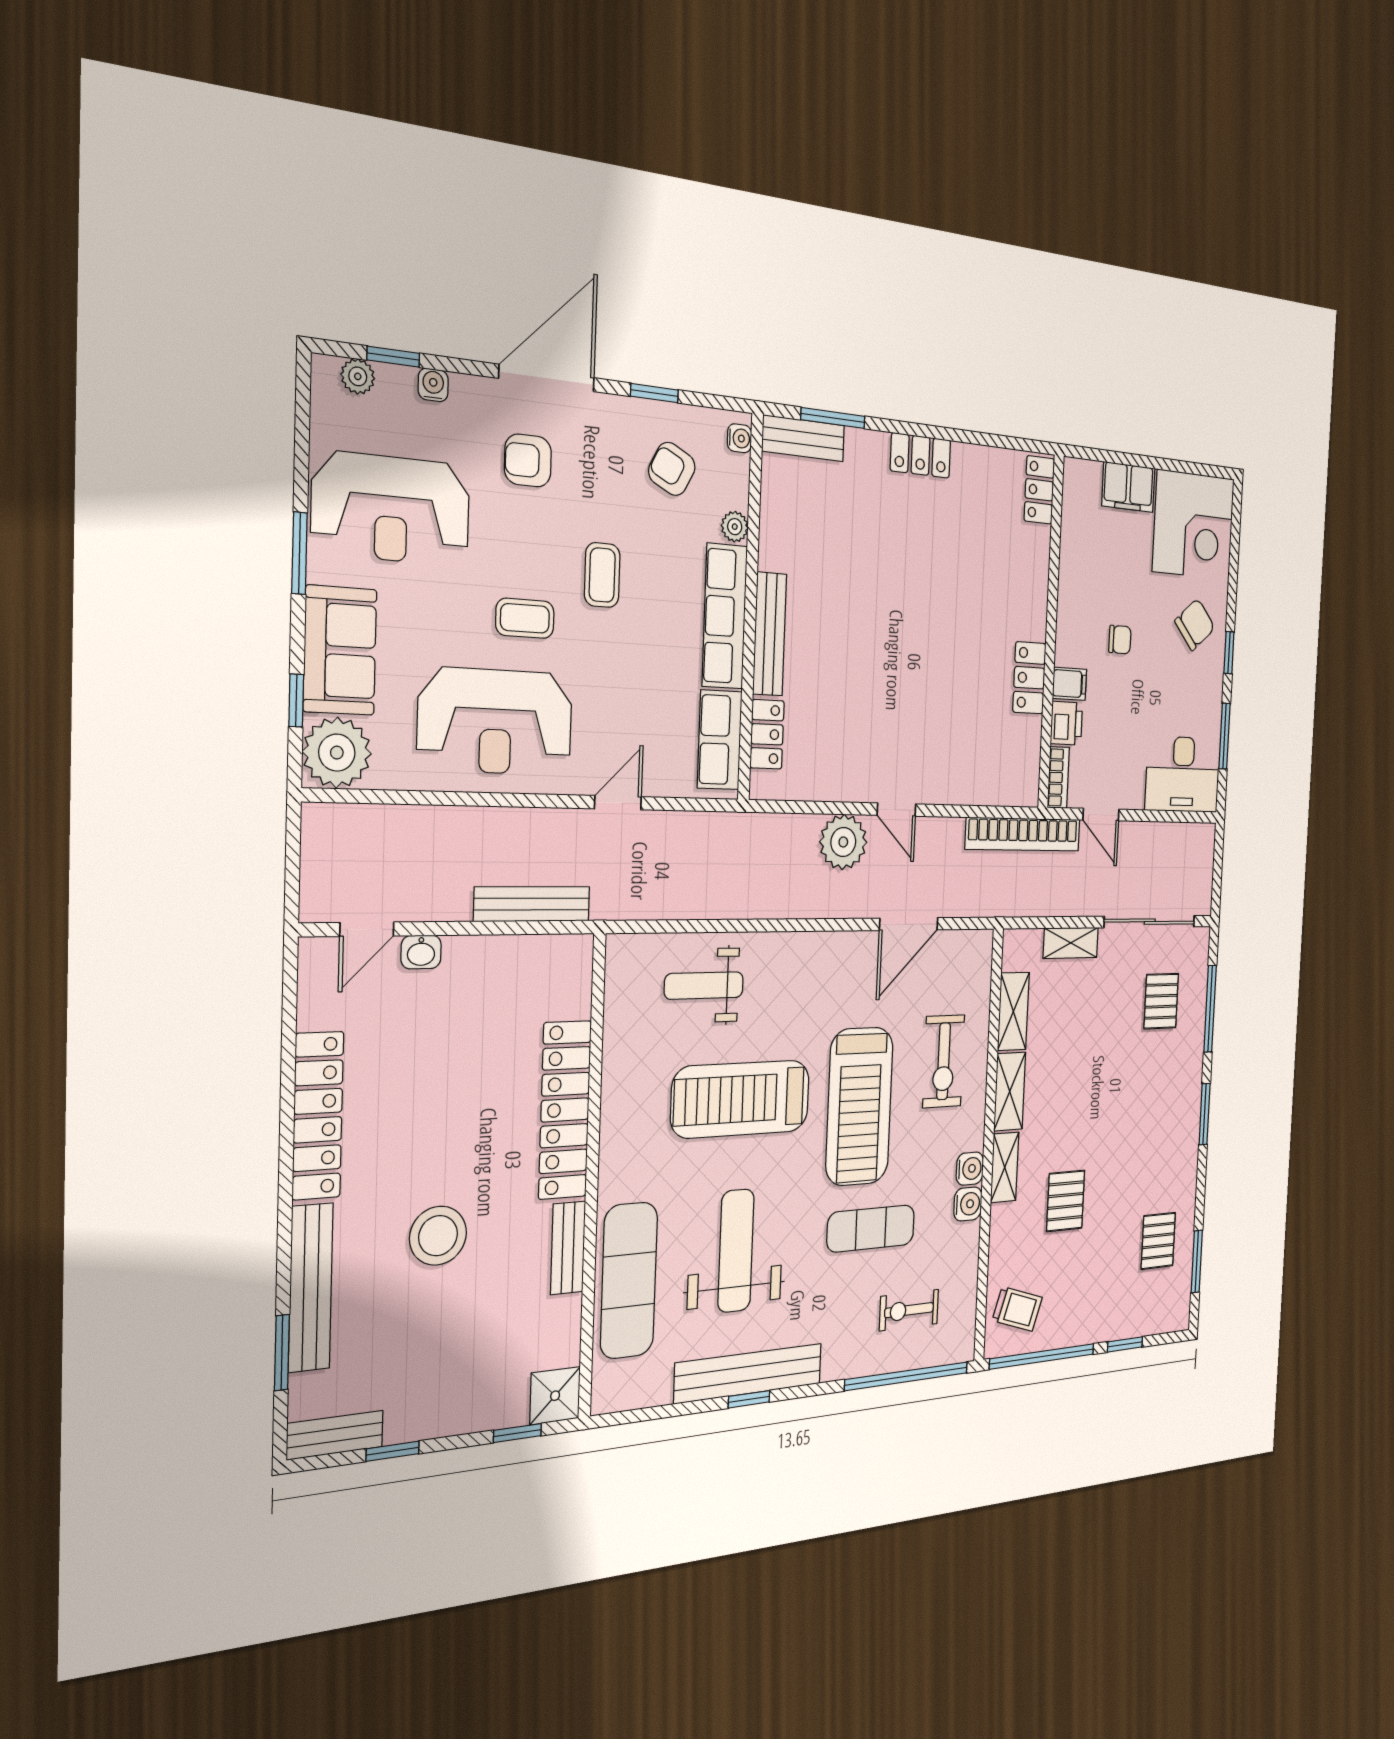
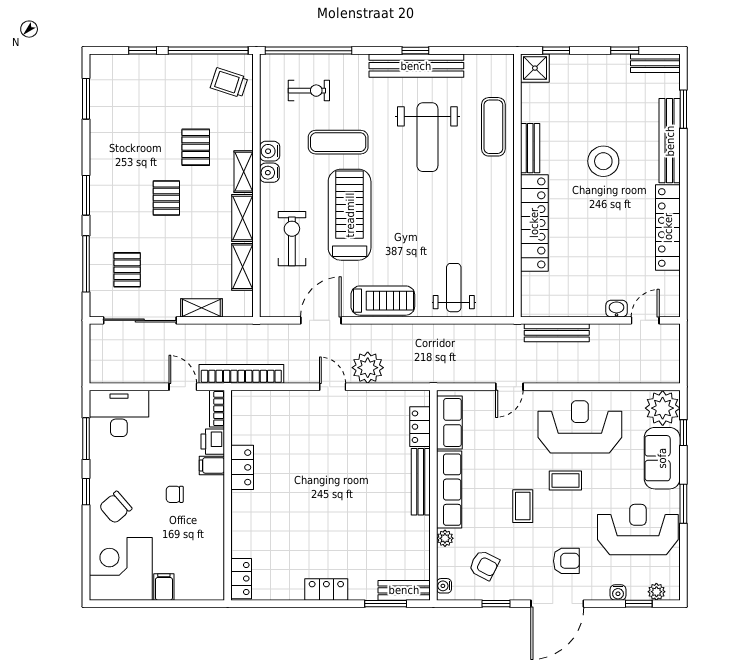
filing cabinet: (1128, 487) -> (164, 587), width x0.50
weight bench: (704, 986) -> (454, 288), turned -90
treadmill: (741, 1099) -> (383, 301), moved, width x0.73, depth x0.73
pallet: (1158, 1241) -> (166, 198), moved
exercise mat: (629, 1280) -> (493, 127), width x0.73, depth x0.69

